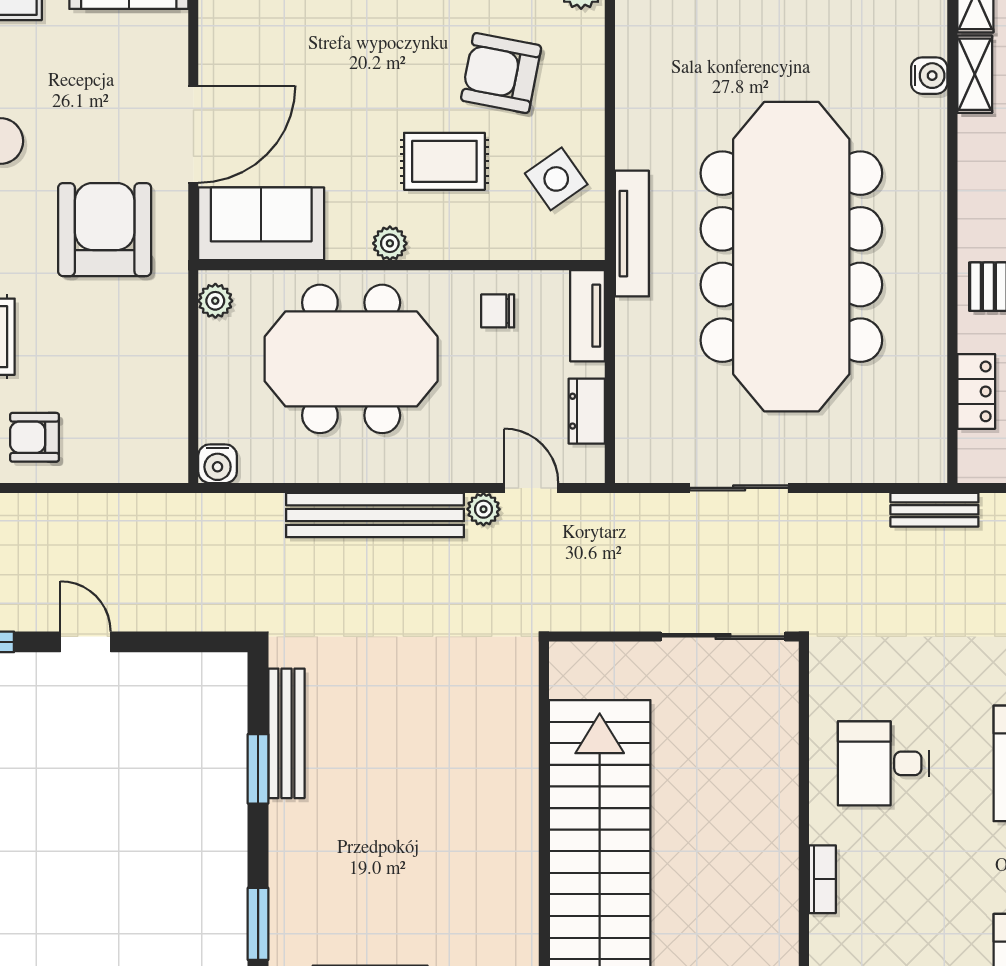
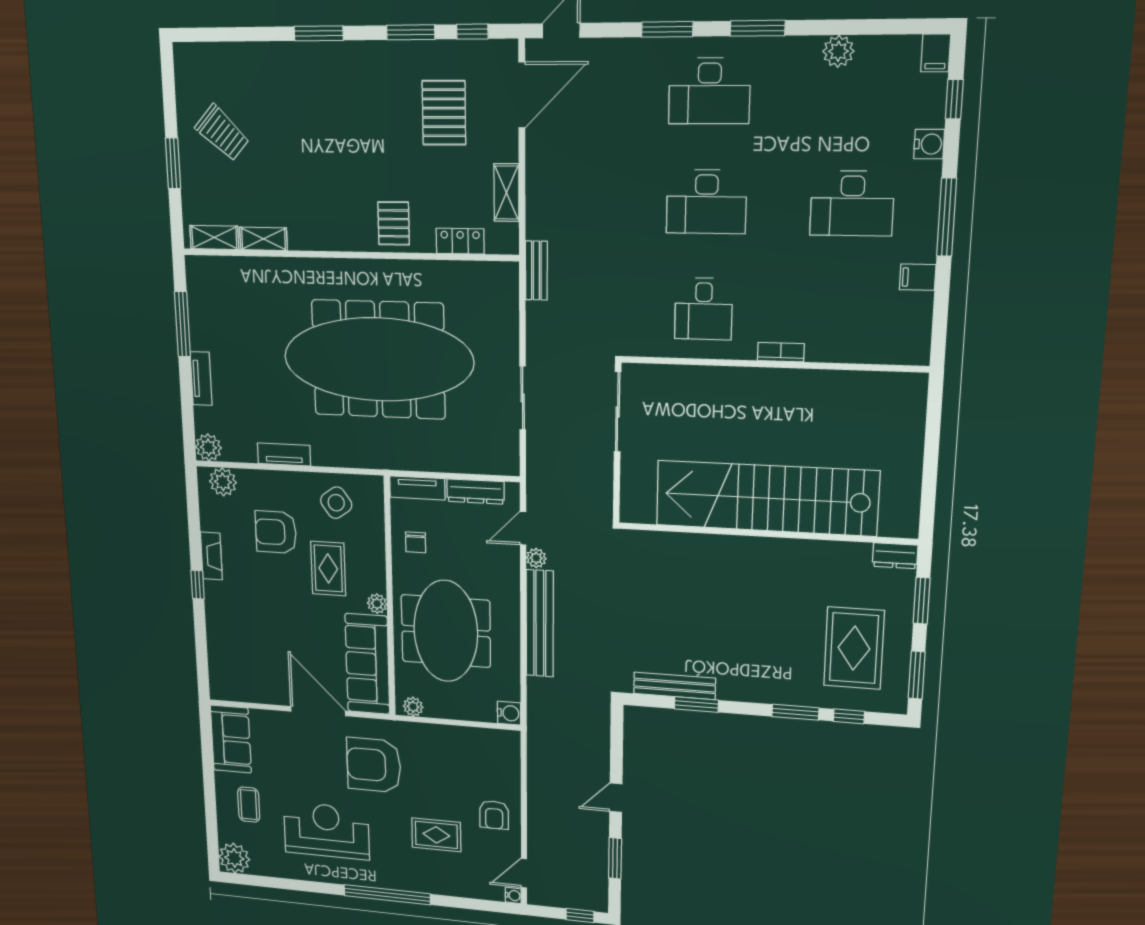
armchair: (501, 73) -> (276, 532), turned 79
water cooler: (929, 76) -> (266, 268), removed
sofa: (261, 224) -> (367, 664), width x1.36
tv unit: (632, 234) -> (284, 454), moved, width x0.71
dresser: (587, 411) -> (475, 491), width x1.44

